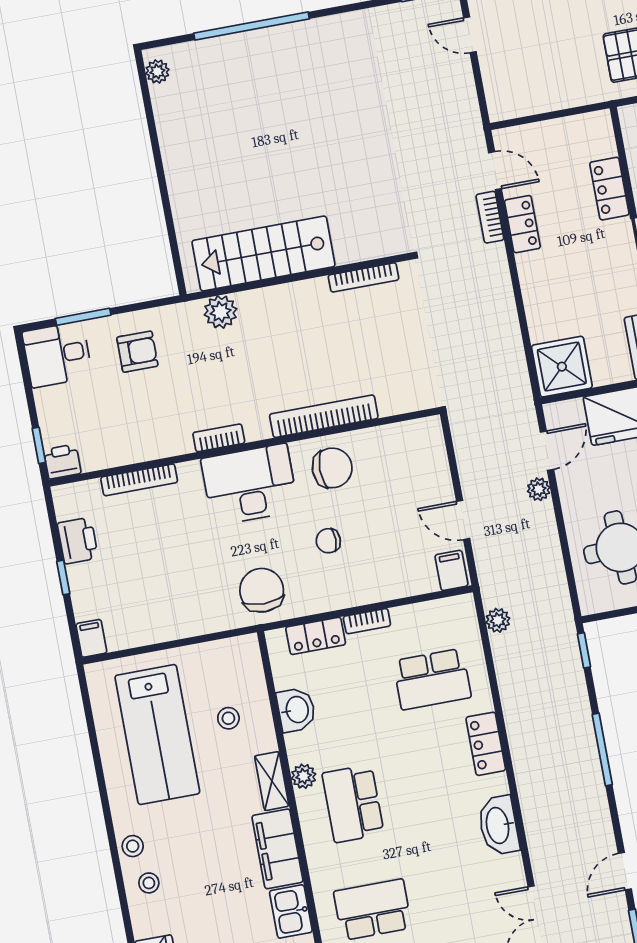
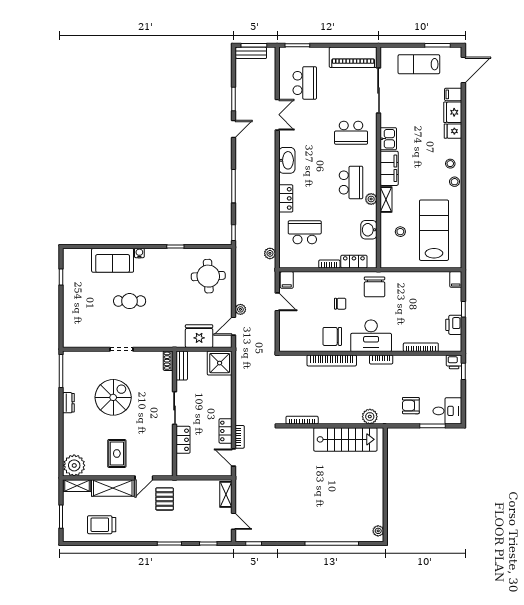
shelving: (497, 89) -> (226, 494), added

